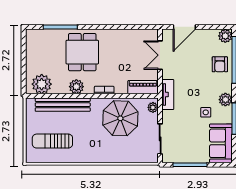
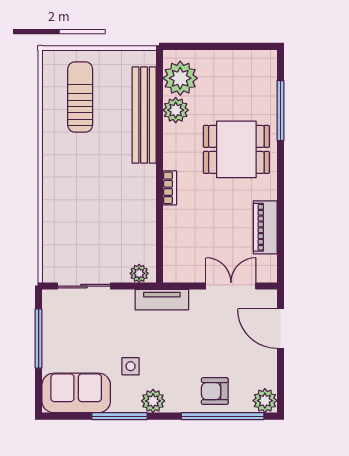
plant: (76, 87) -> (176, 110), moved
piano: (143, 87) -> (265, 227), moved, turned 180
parasol: (120, 118) -> (120, 216), removed

